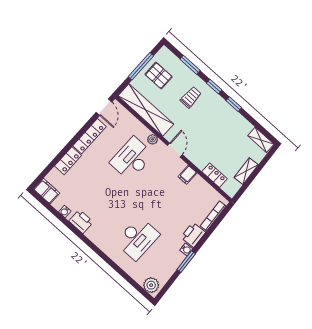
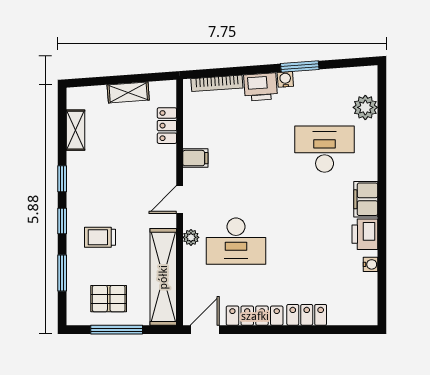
pallet: (159, 76) -> (109, 299), turned 90
shelving: (261, 140) -> (76, 130), moved
filing cabinet: (47, 191) -> (366, 199), moved
plant: (151, 285) -> (365, 107), moved

